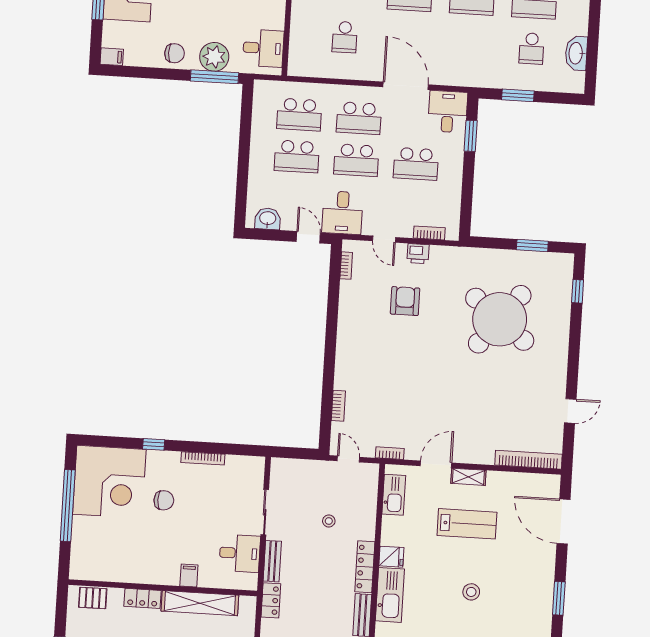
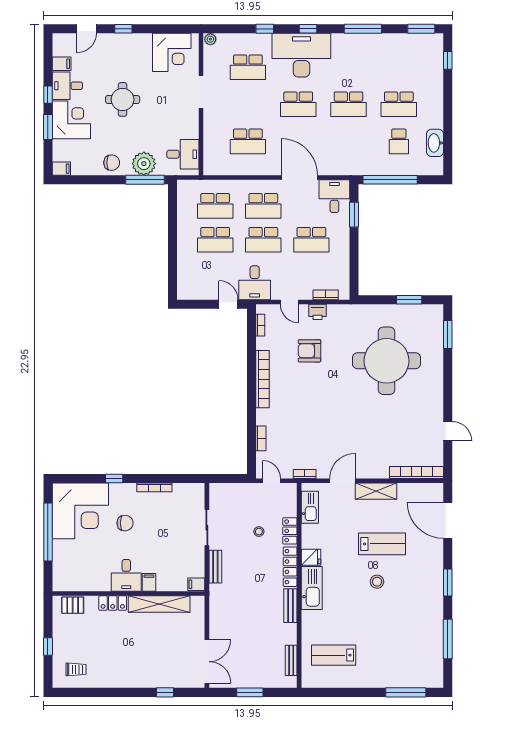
school desk: (345, 37) -> (248, 141), width x1.85
window: (518, 95) -> (390, 180), width x2.11
washbasin: (268, 219) -> (195, 291), removed
window: (578, 291) -> (448, 335), width x1.50
armchair: (405, 301) -> (309, 351), turned -90
round table: (500, 319) -> (387, 361), turned -38
bookcase: (345, 333) -> (263, 379), added
door: (570, 411) -> (448, 431), hinge flipped
shelving: (468, 477) -> (376, 491), width x1.50, depth x1.33
lab bench: (467, 524) -> (382, 544), moved
desk: (240, 553) -> (126, 575), moved, turned 90
filing cabinet: (247, 581) -> (196, 584), added
locker: (271, 600) -> (290, 531), moved, turned 180

